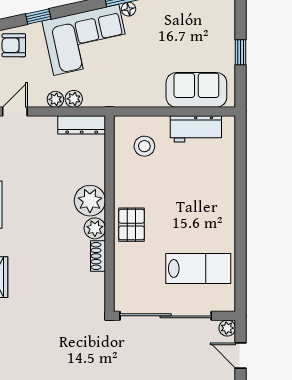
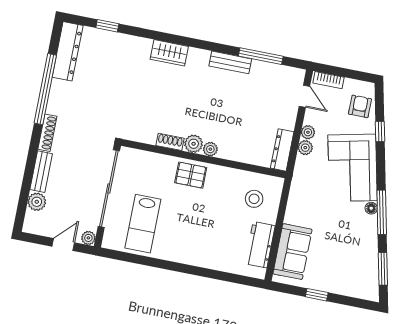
plant: (90, 201) -> (210, 149), width x0.53, depth x0.53

